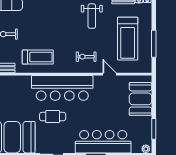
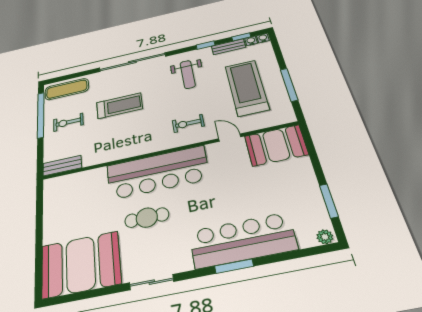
treadmill: (128, 39) -> (247, 88), turned 180
treadmill: (38, 57) -> (119, 106), moved
booth: (140, 99) -> (276, 145), moved, turned 90

